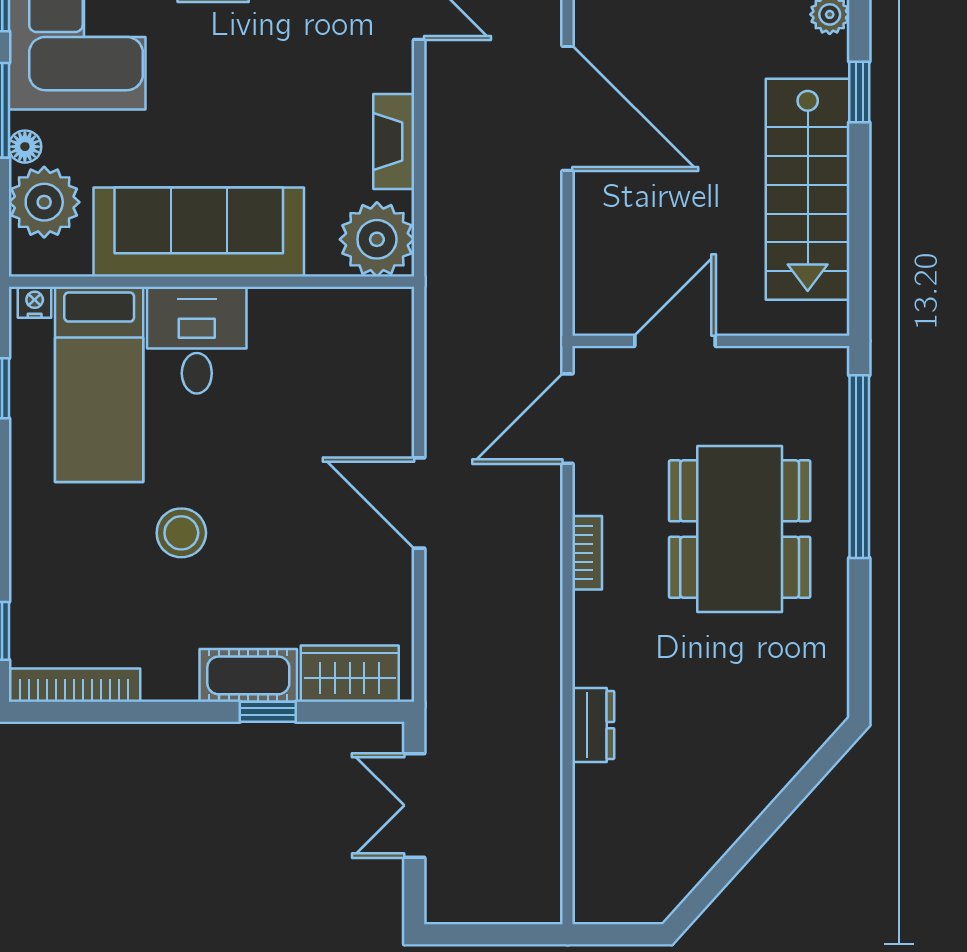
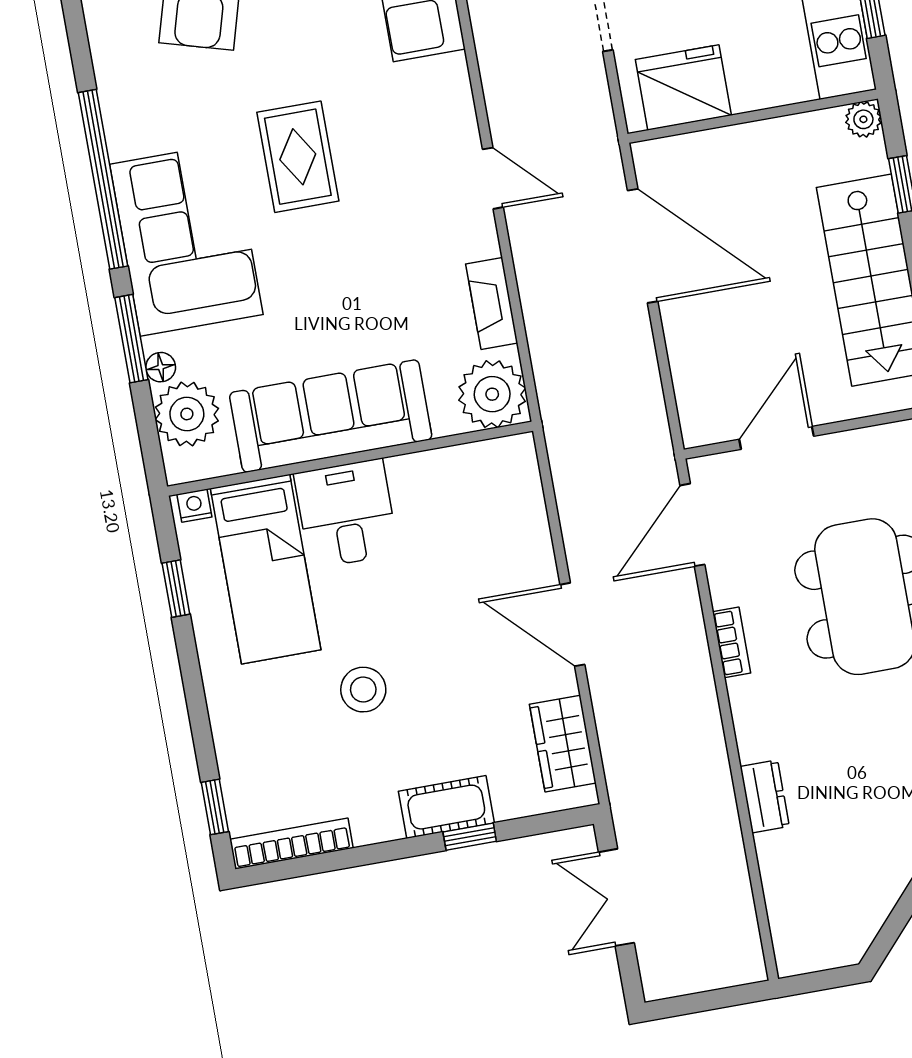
wardrobe: (350, 674) -> (563, 744), moved, turned -90

